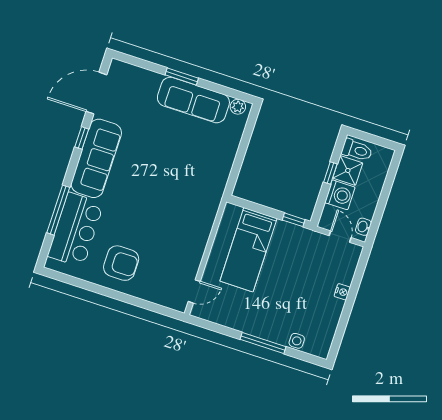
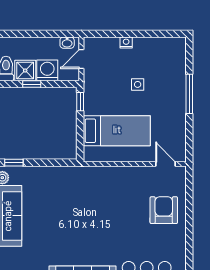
window: (250, 125) -> (14, 163), added
armchair: (121, 263) -> (164, 210), moved
side table: (297, 341) -> (138, 84), moved

